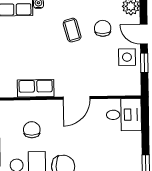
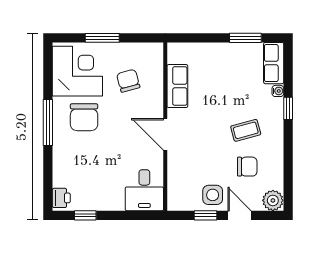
door: (144, 34) -> (240, 215), hinge flipped
chair: (32, 130) -> (128, 81), turned -105

